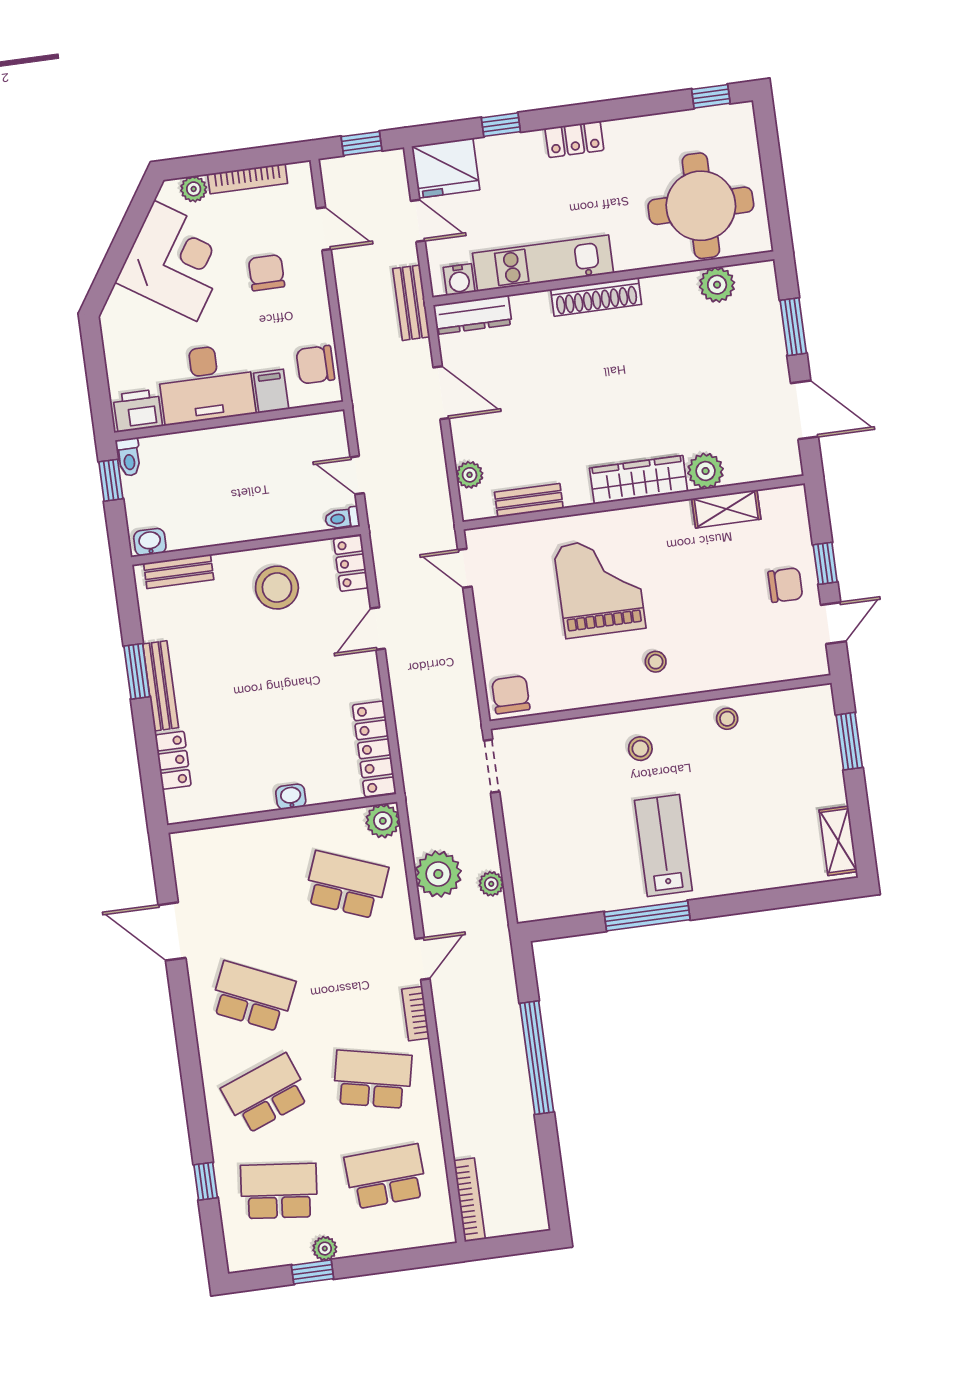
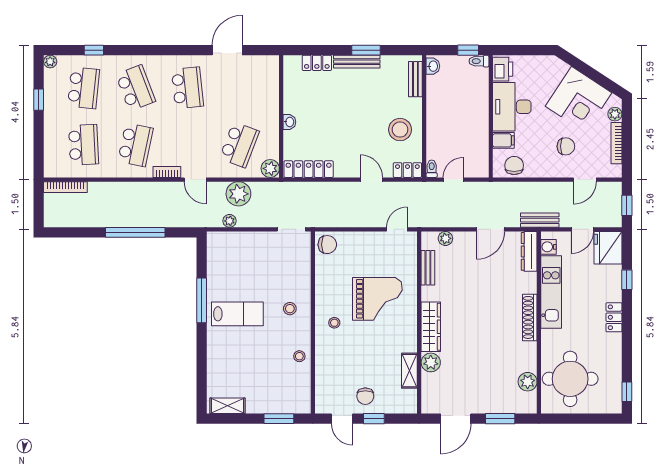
school desk: (253, 996) -> (187, 88), turned -30
plant: (325, 1249) -> (50, 62), moved

